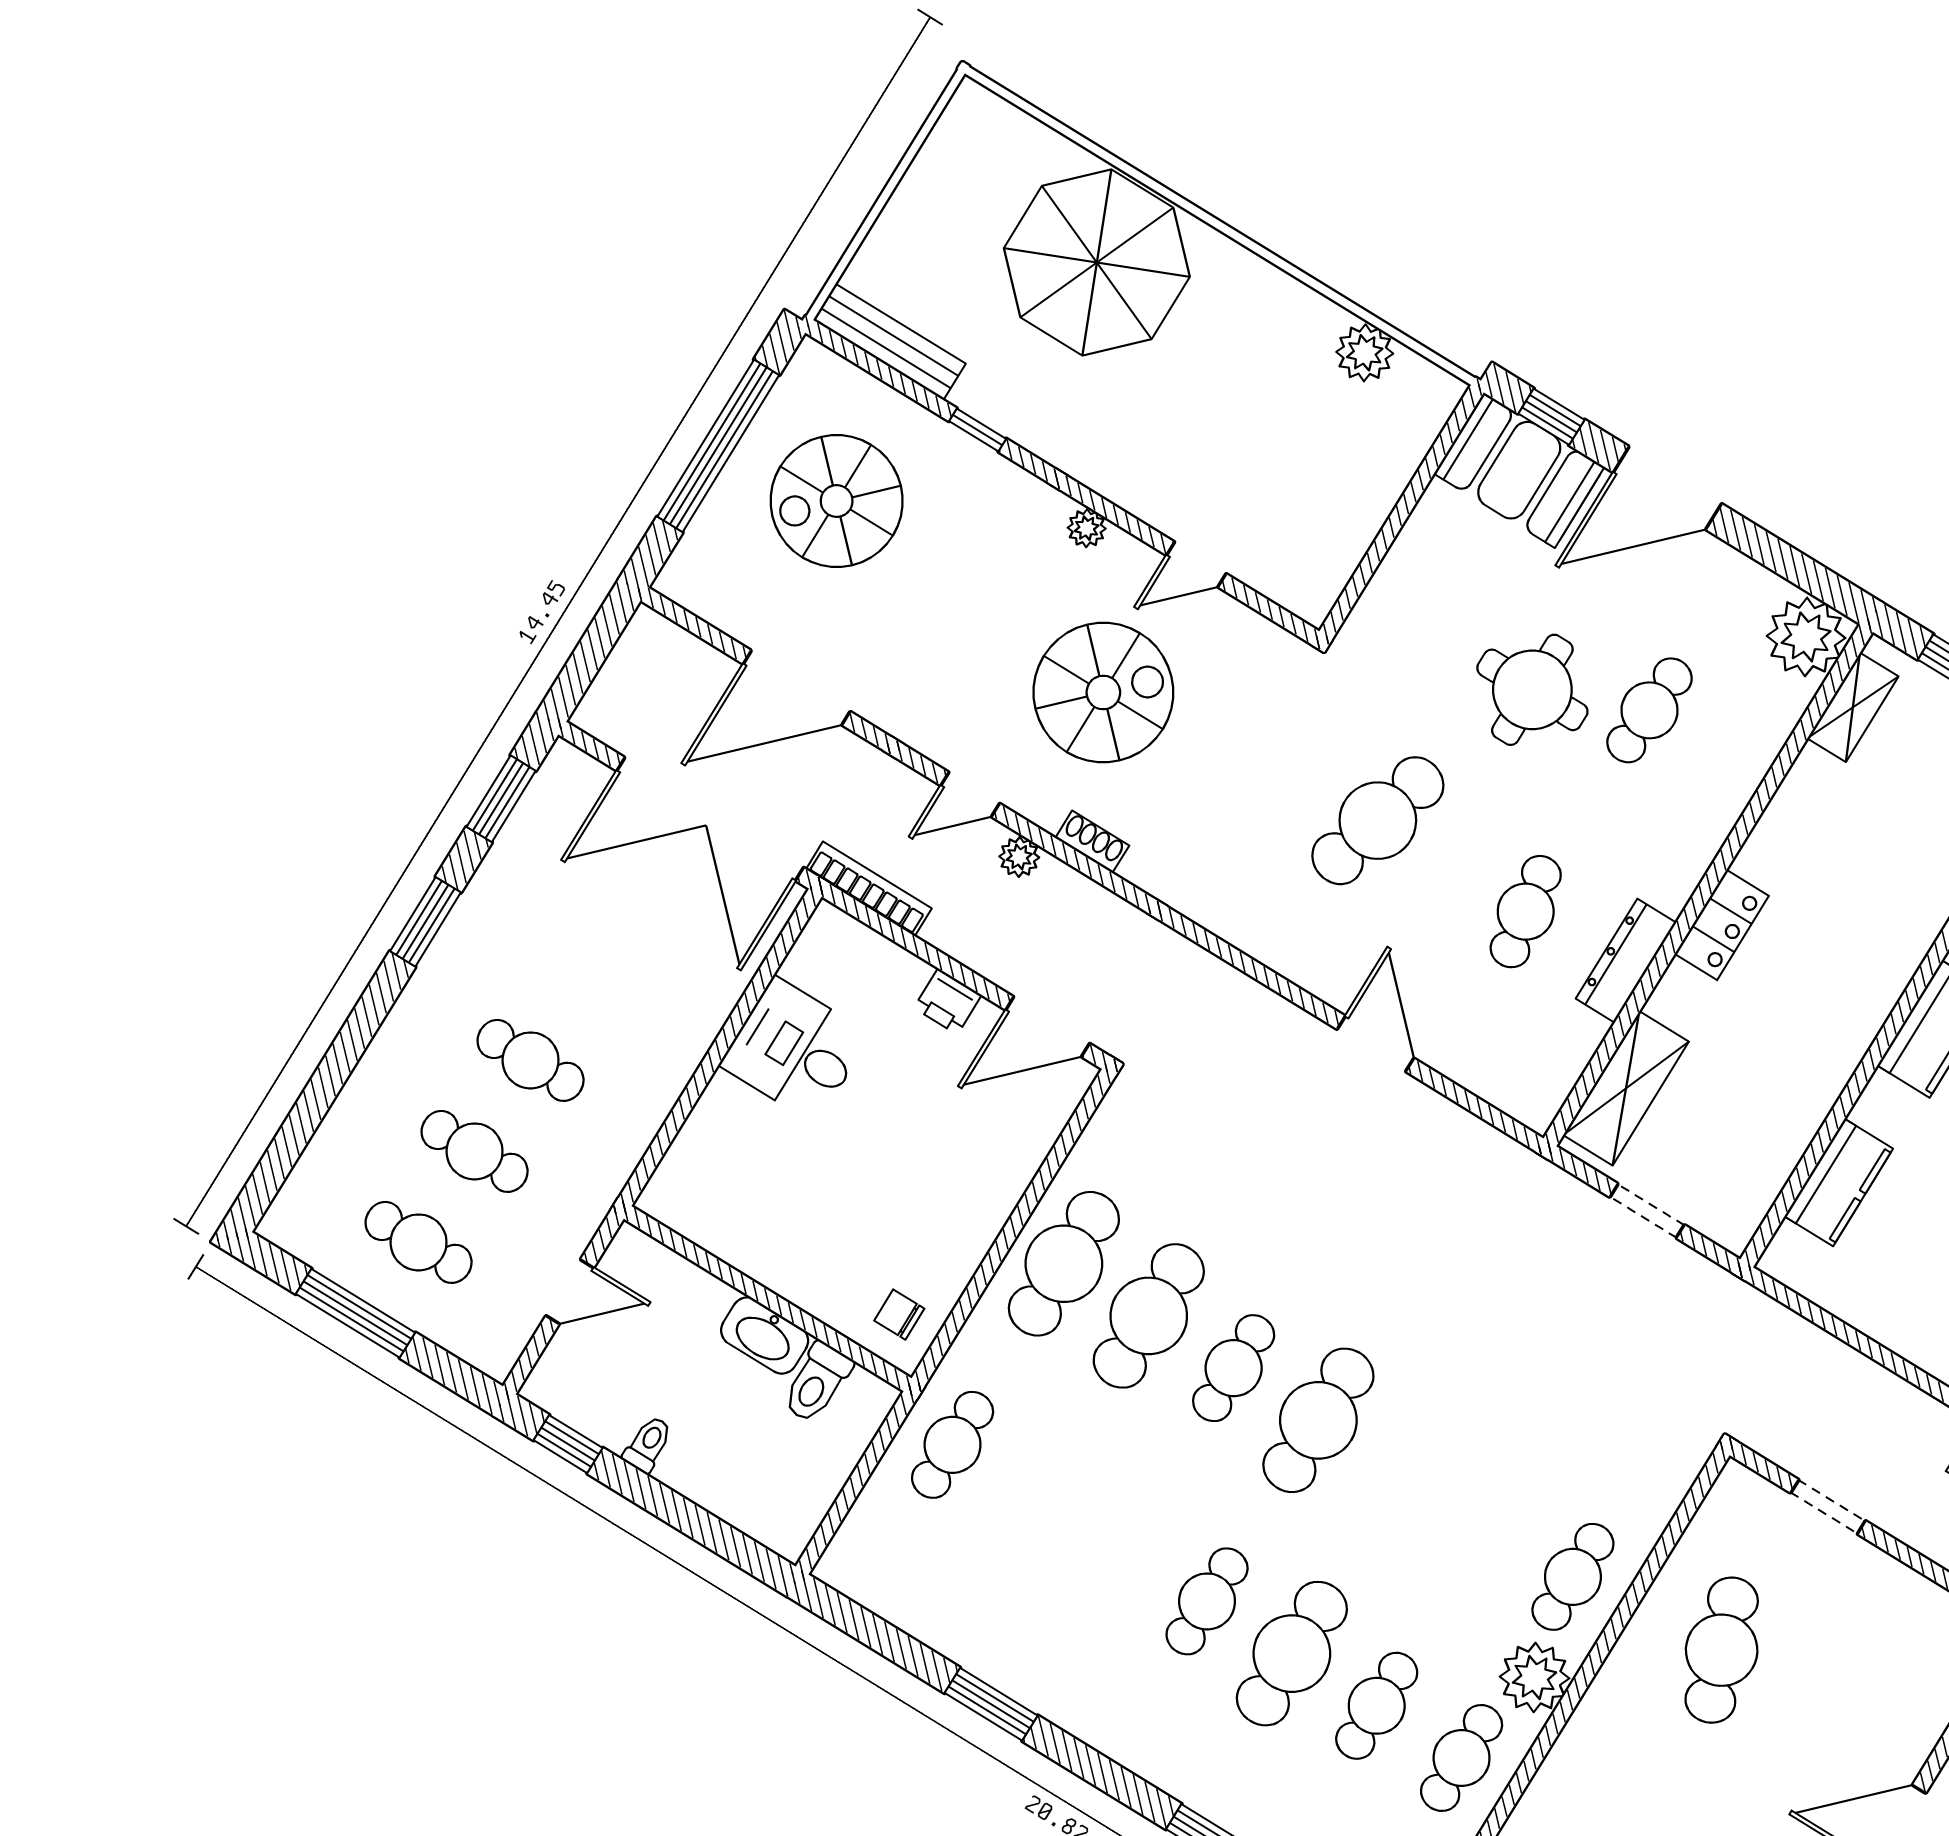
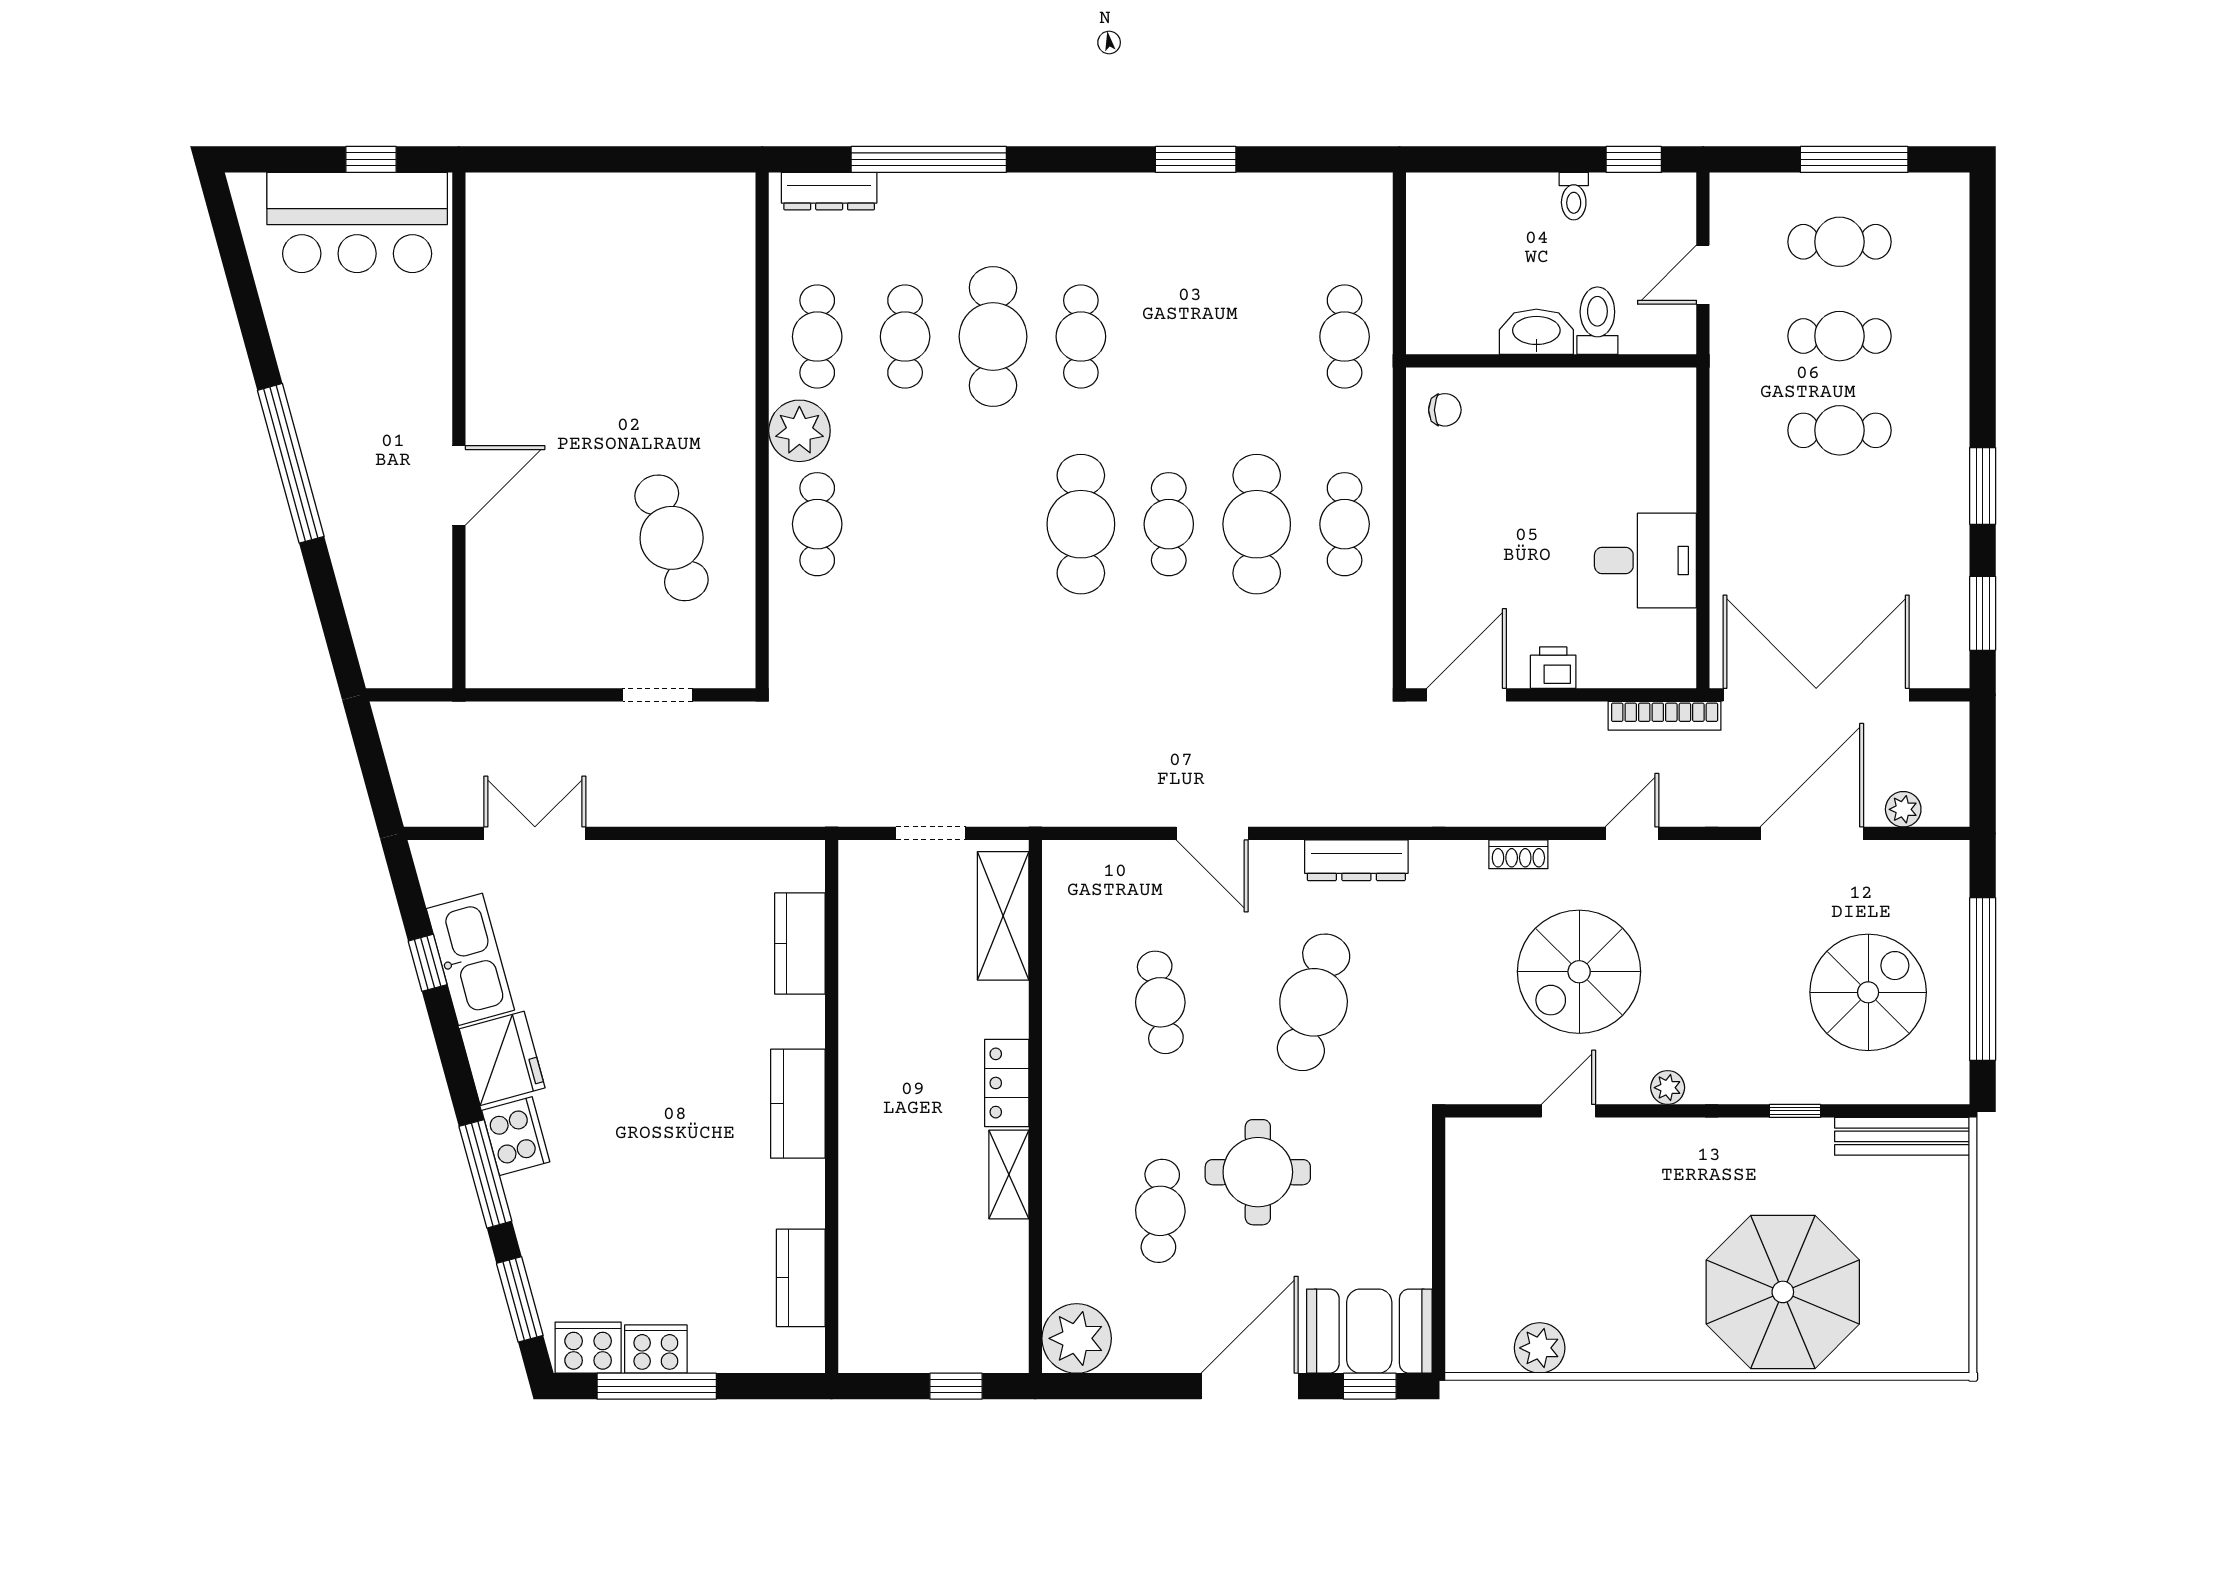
shelving: (1853, 707) -> (1009, 1175), moved
plant: (1019, 857) -> (1903, 809), moved
dresser: (1626, 961) -> (1356, 860), moved, turned 90
cafe table: (1064, 1264) -> (1345, 524), width x0.73, depth x0.74
toilet: (817, 1382) -> (1597, 321), moved

